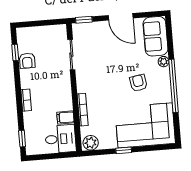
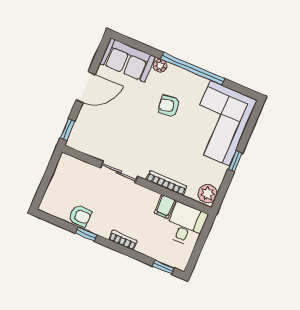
window: (15, 52) -> (86, 234), moved
sliding door: (71, 55) -> (119, 172), moved

